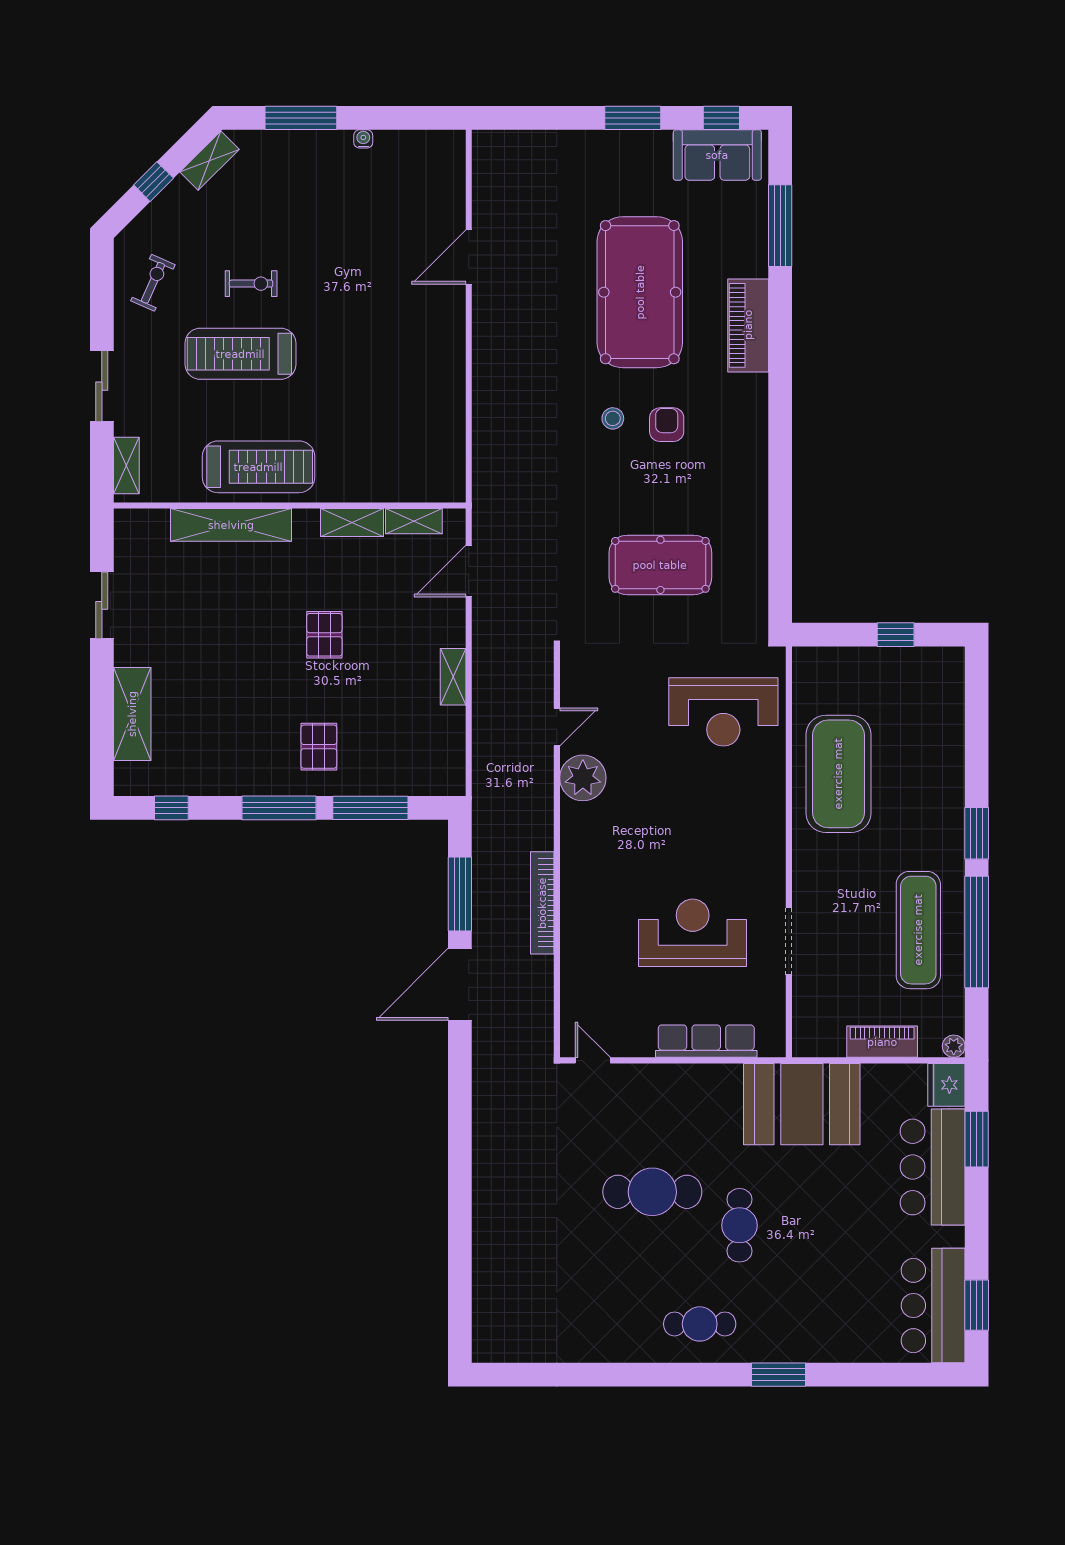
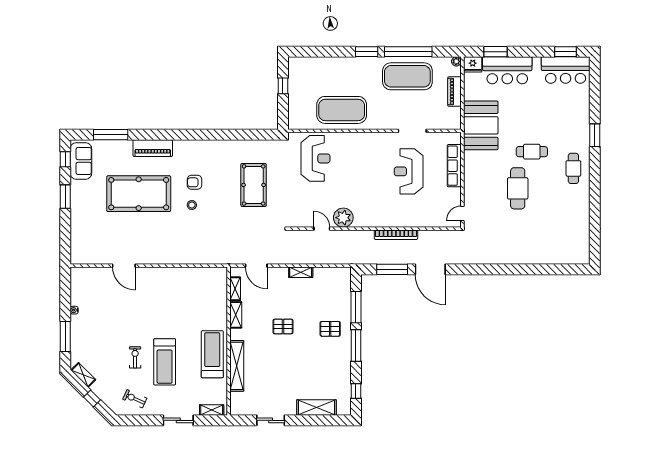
exercise mat: (918, 930) -> (407, 76), width x1.47

